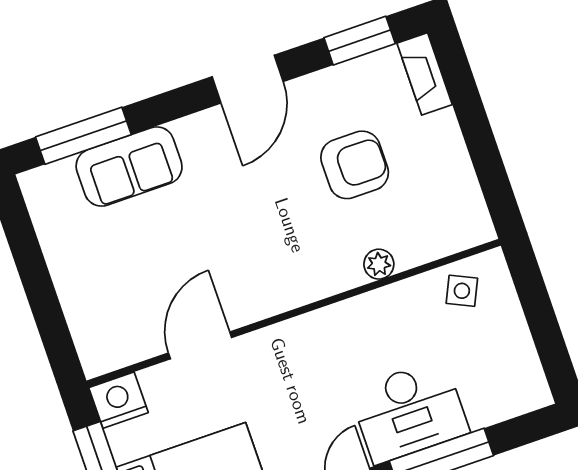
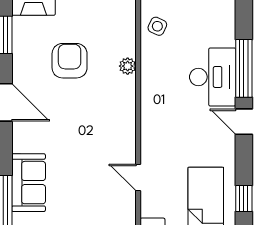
door: (200, 345) -> (138, 178), width x0.73

